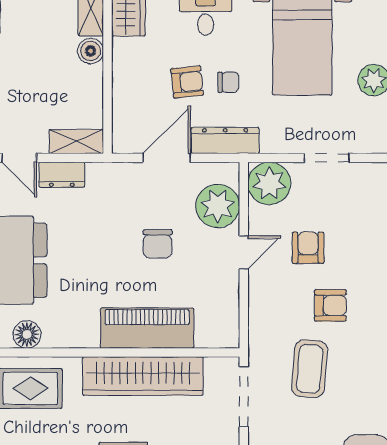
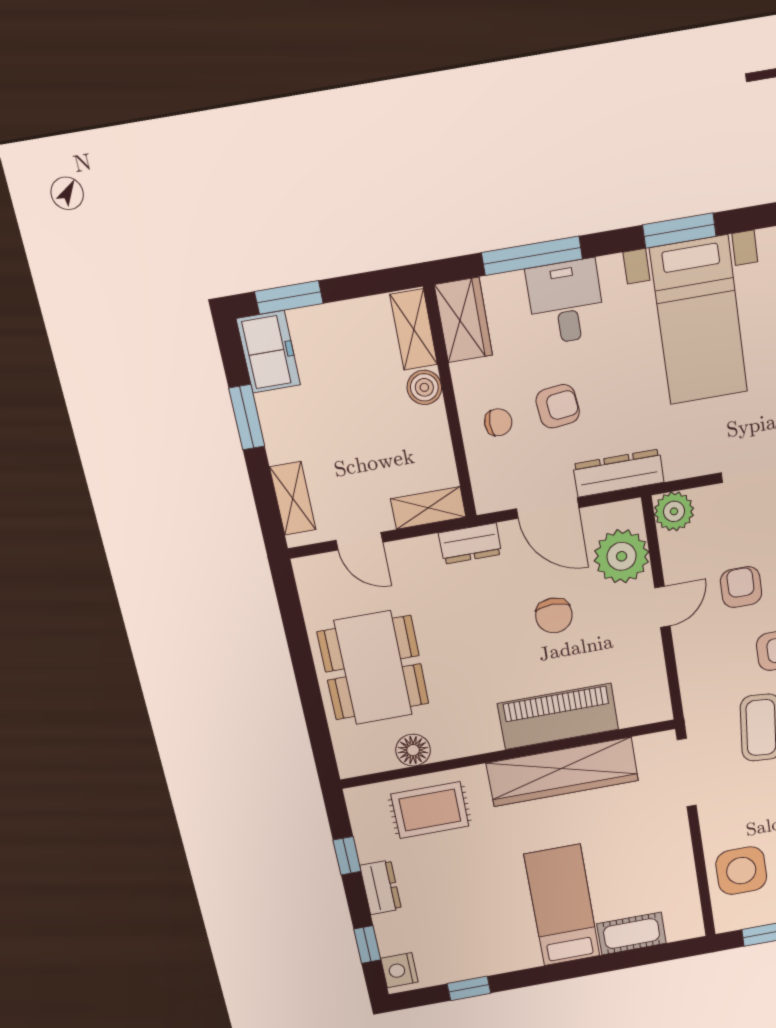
chair: (228, 82) -> (498, 422), moved
door: (167, 158) -> (548, 508), swing flipped
dresser: (62, 175) -> (470, 544), moved
plant: (269, 183) -> (674, 511), width x0.73, depth x0.73

